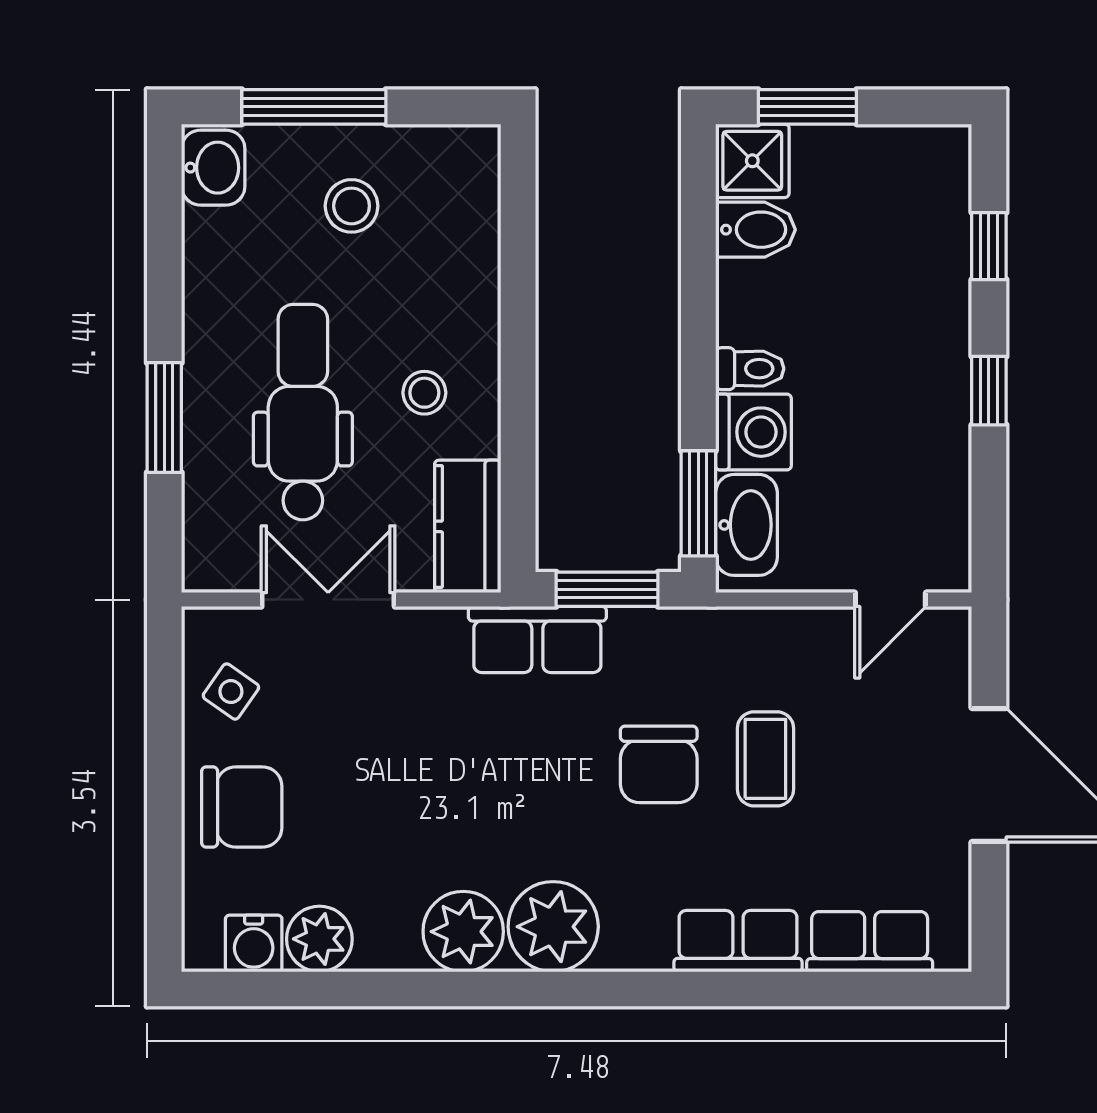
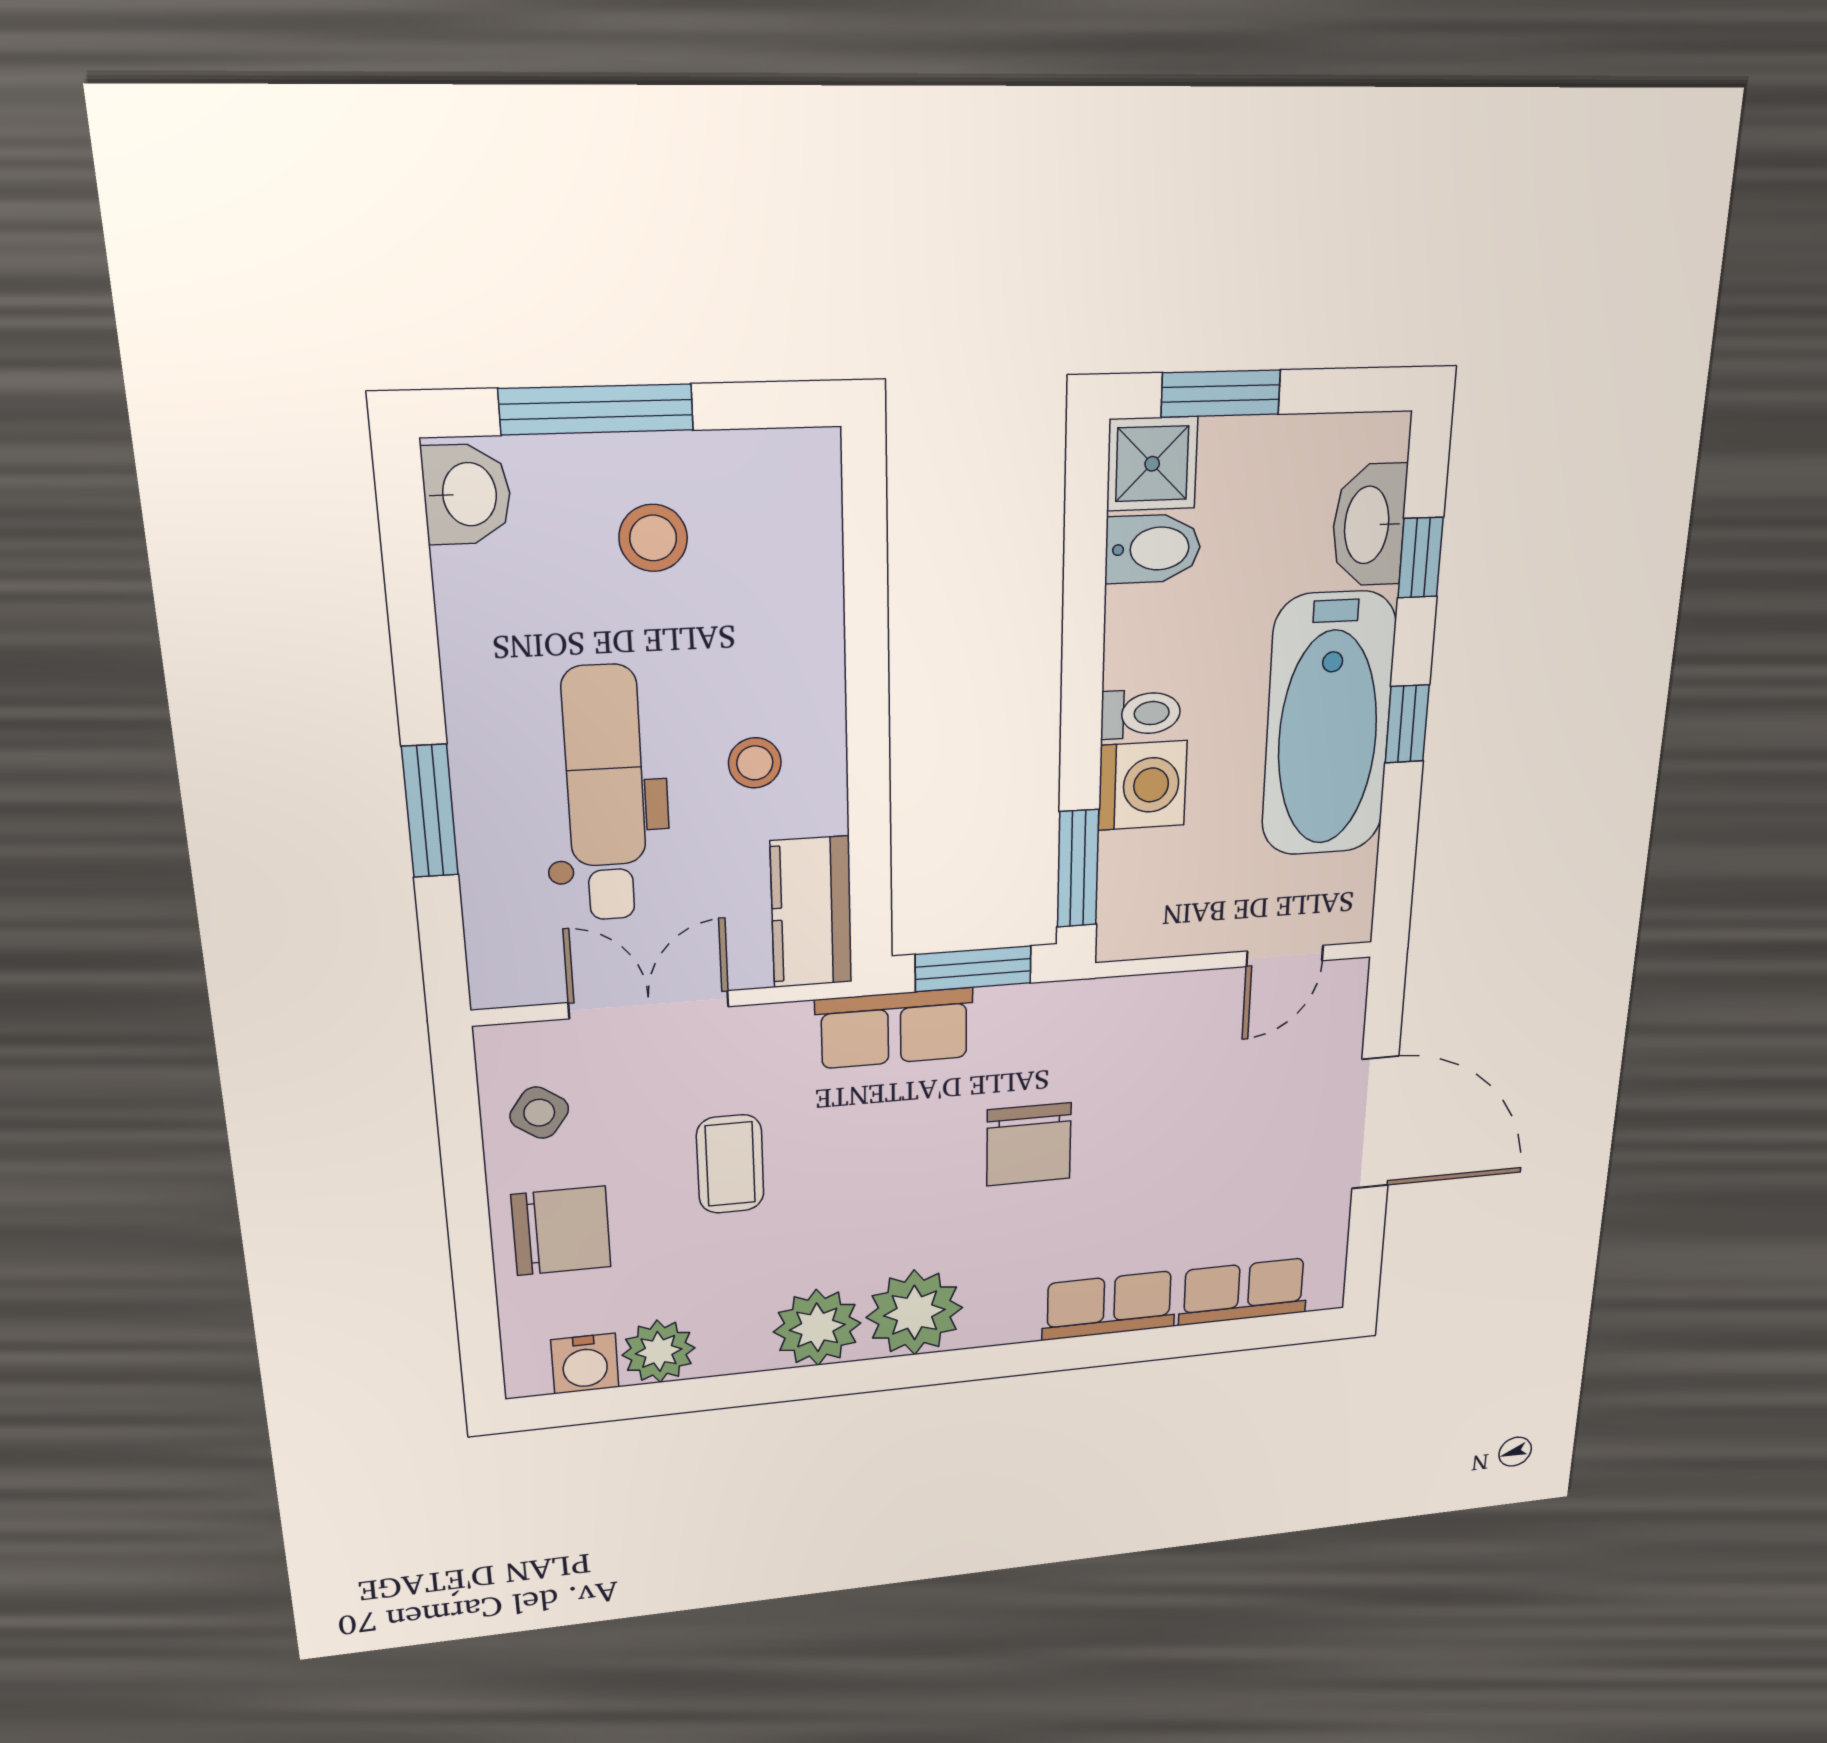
bathtub: (917, 388) -> (1328, 725), added
washbasin: (746, 525) -> (1369, 525), moved, turned 180
coffee table: (765, 759) -> (730, 1164), moved

